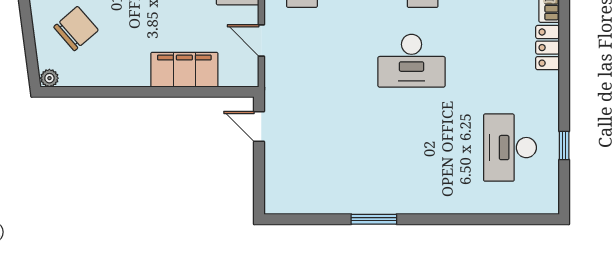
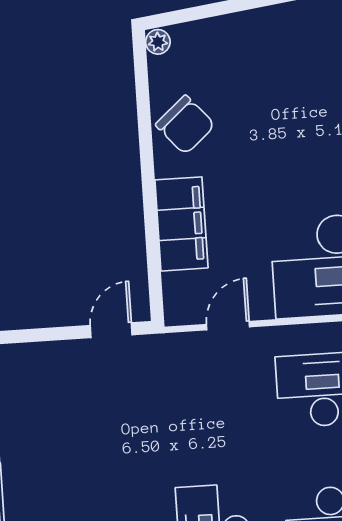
chair: (76, 29) -> (185, 125), moved

